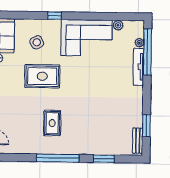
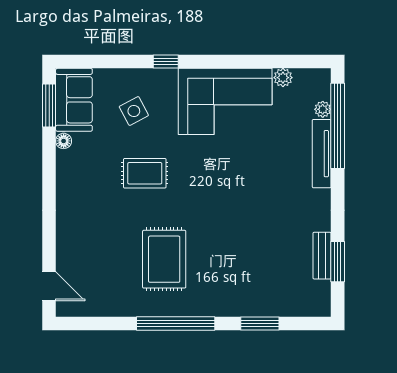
rug: (42, 76) -> (145, 173), width x0.73, depth x0.70
rug: (52, 123) -> (164, 259), width x1.36, depth x1.43
bench: (138, 141) -> (322, 256), moved

